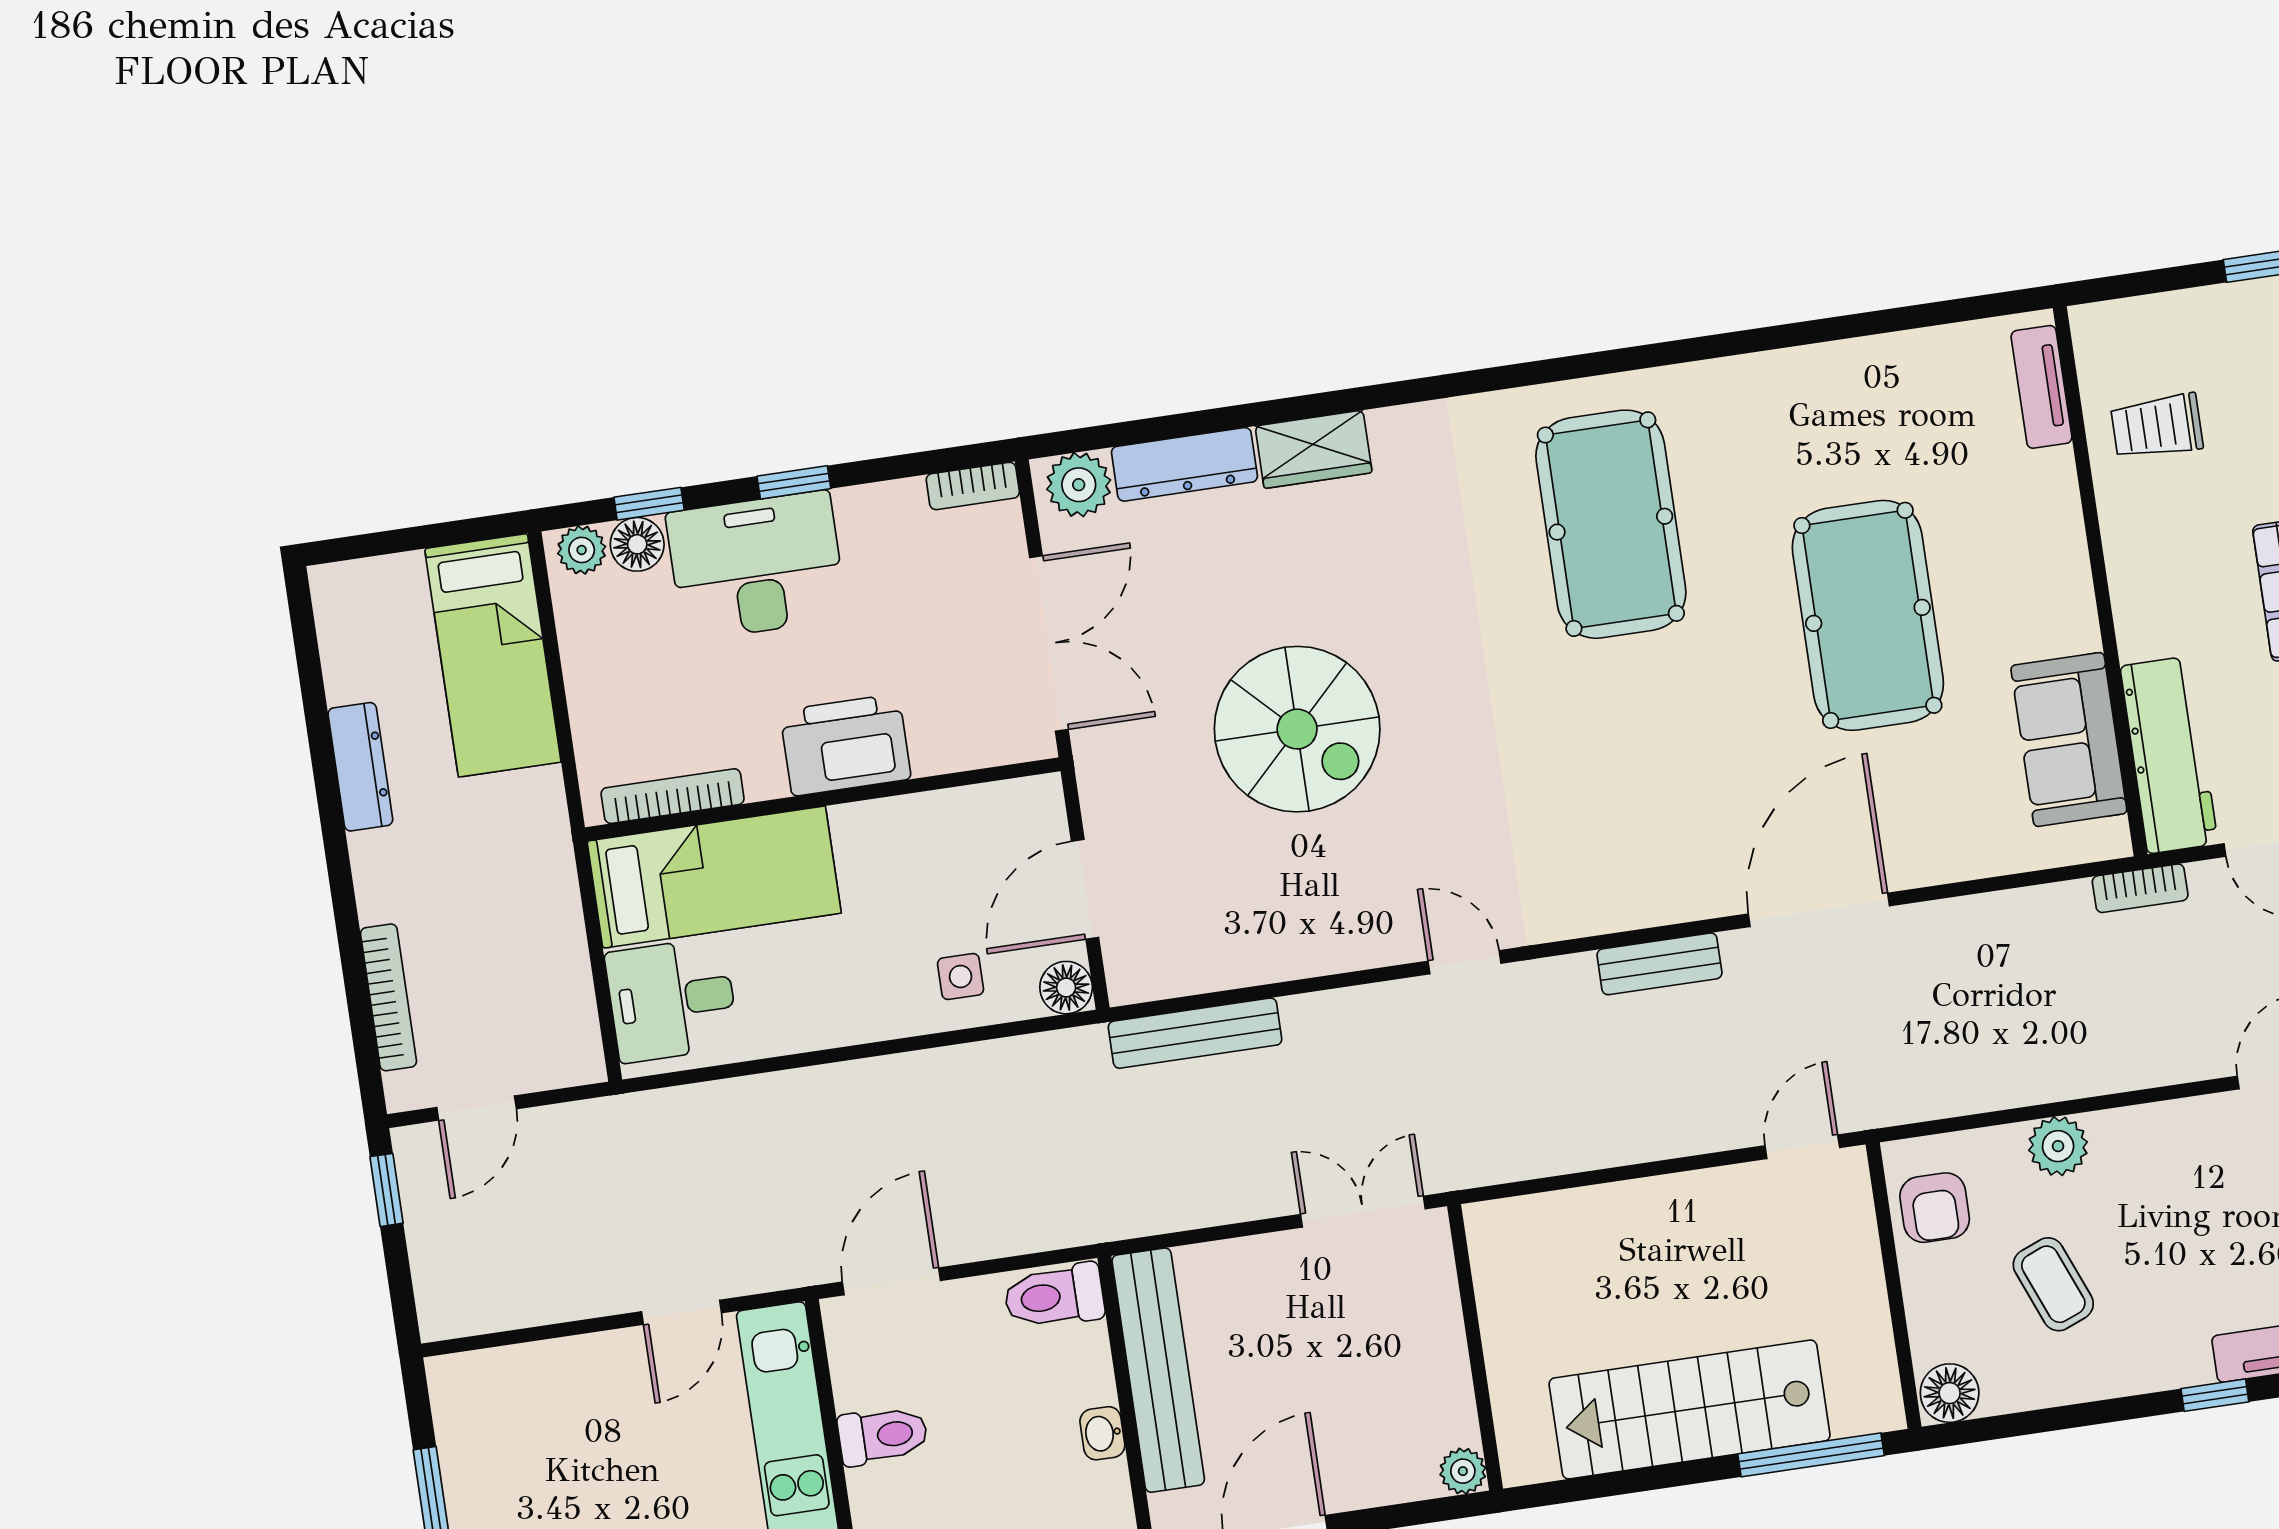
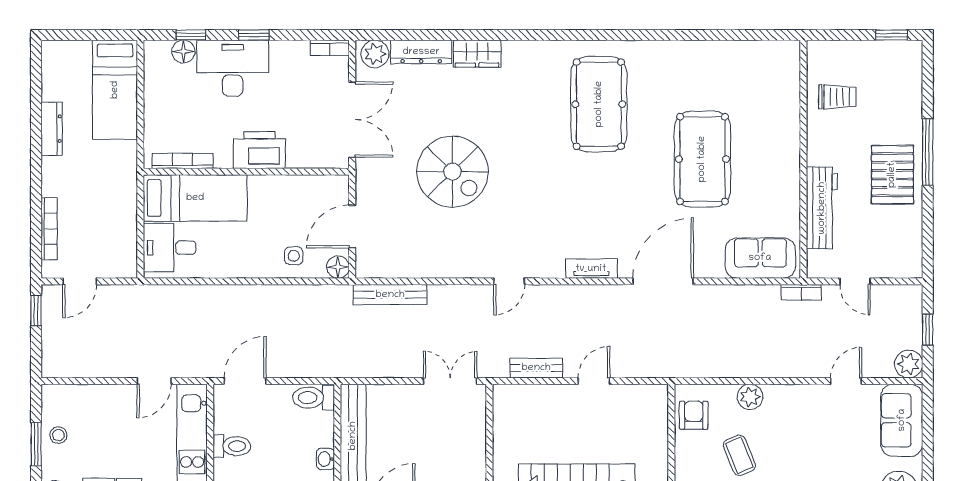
tv unit: (2041, 387) -> (591, 269), moved, turned 90
trolley: (2157, 426) -> (837, 97), turned 180
plant: (582, 550) -> (159, 50), removed
sofa: (2069, 739) -> (760, 258), moved, turned 90
workbench: (2169, 755) -> (822, 208), moved
door: (1465, 962) -> (509, 281), swing flipped
bench: (1659, 964) -> (536, 368), moved
door: (1802, 1147) -> (594, 381), moved
armchair: (1935, 1208) -> (694, 415), turned 180
stool: (480, 1469) -> (58, 435), added

